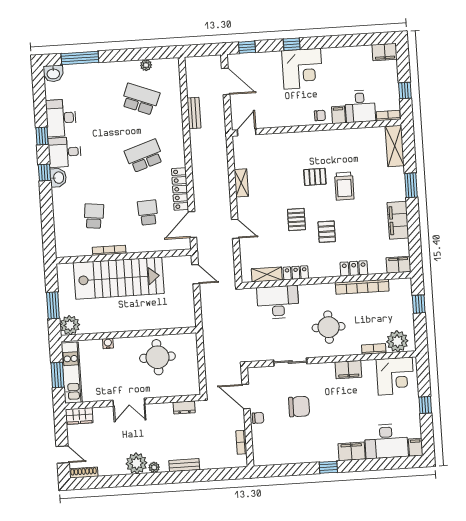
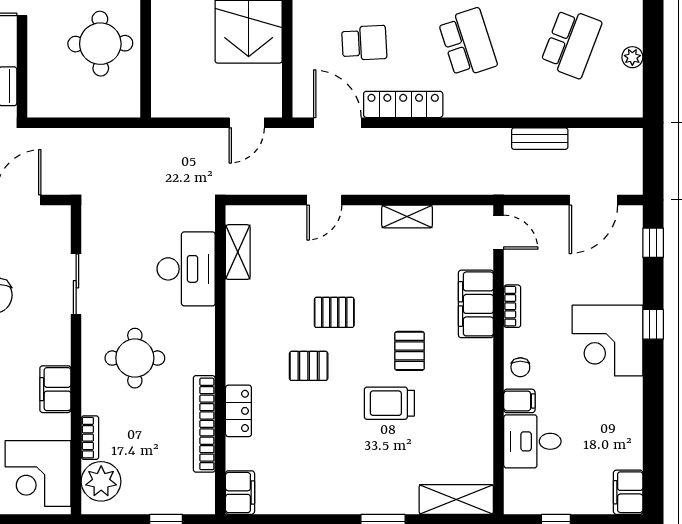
bookcase: (388, 116) -> (512, 306), moved
filing cabinet: (398, 220) -> (476, 304), moved, turned -90
locker: (296, 273) -> (237, 305), removed

